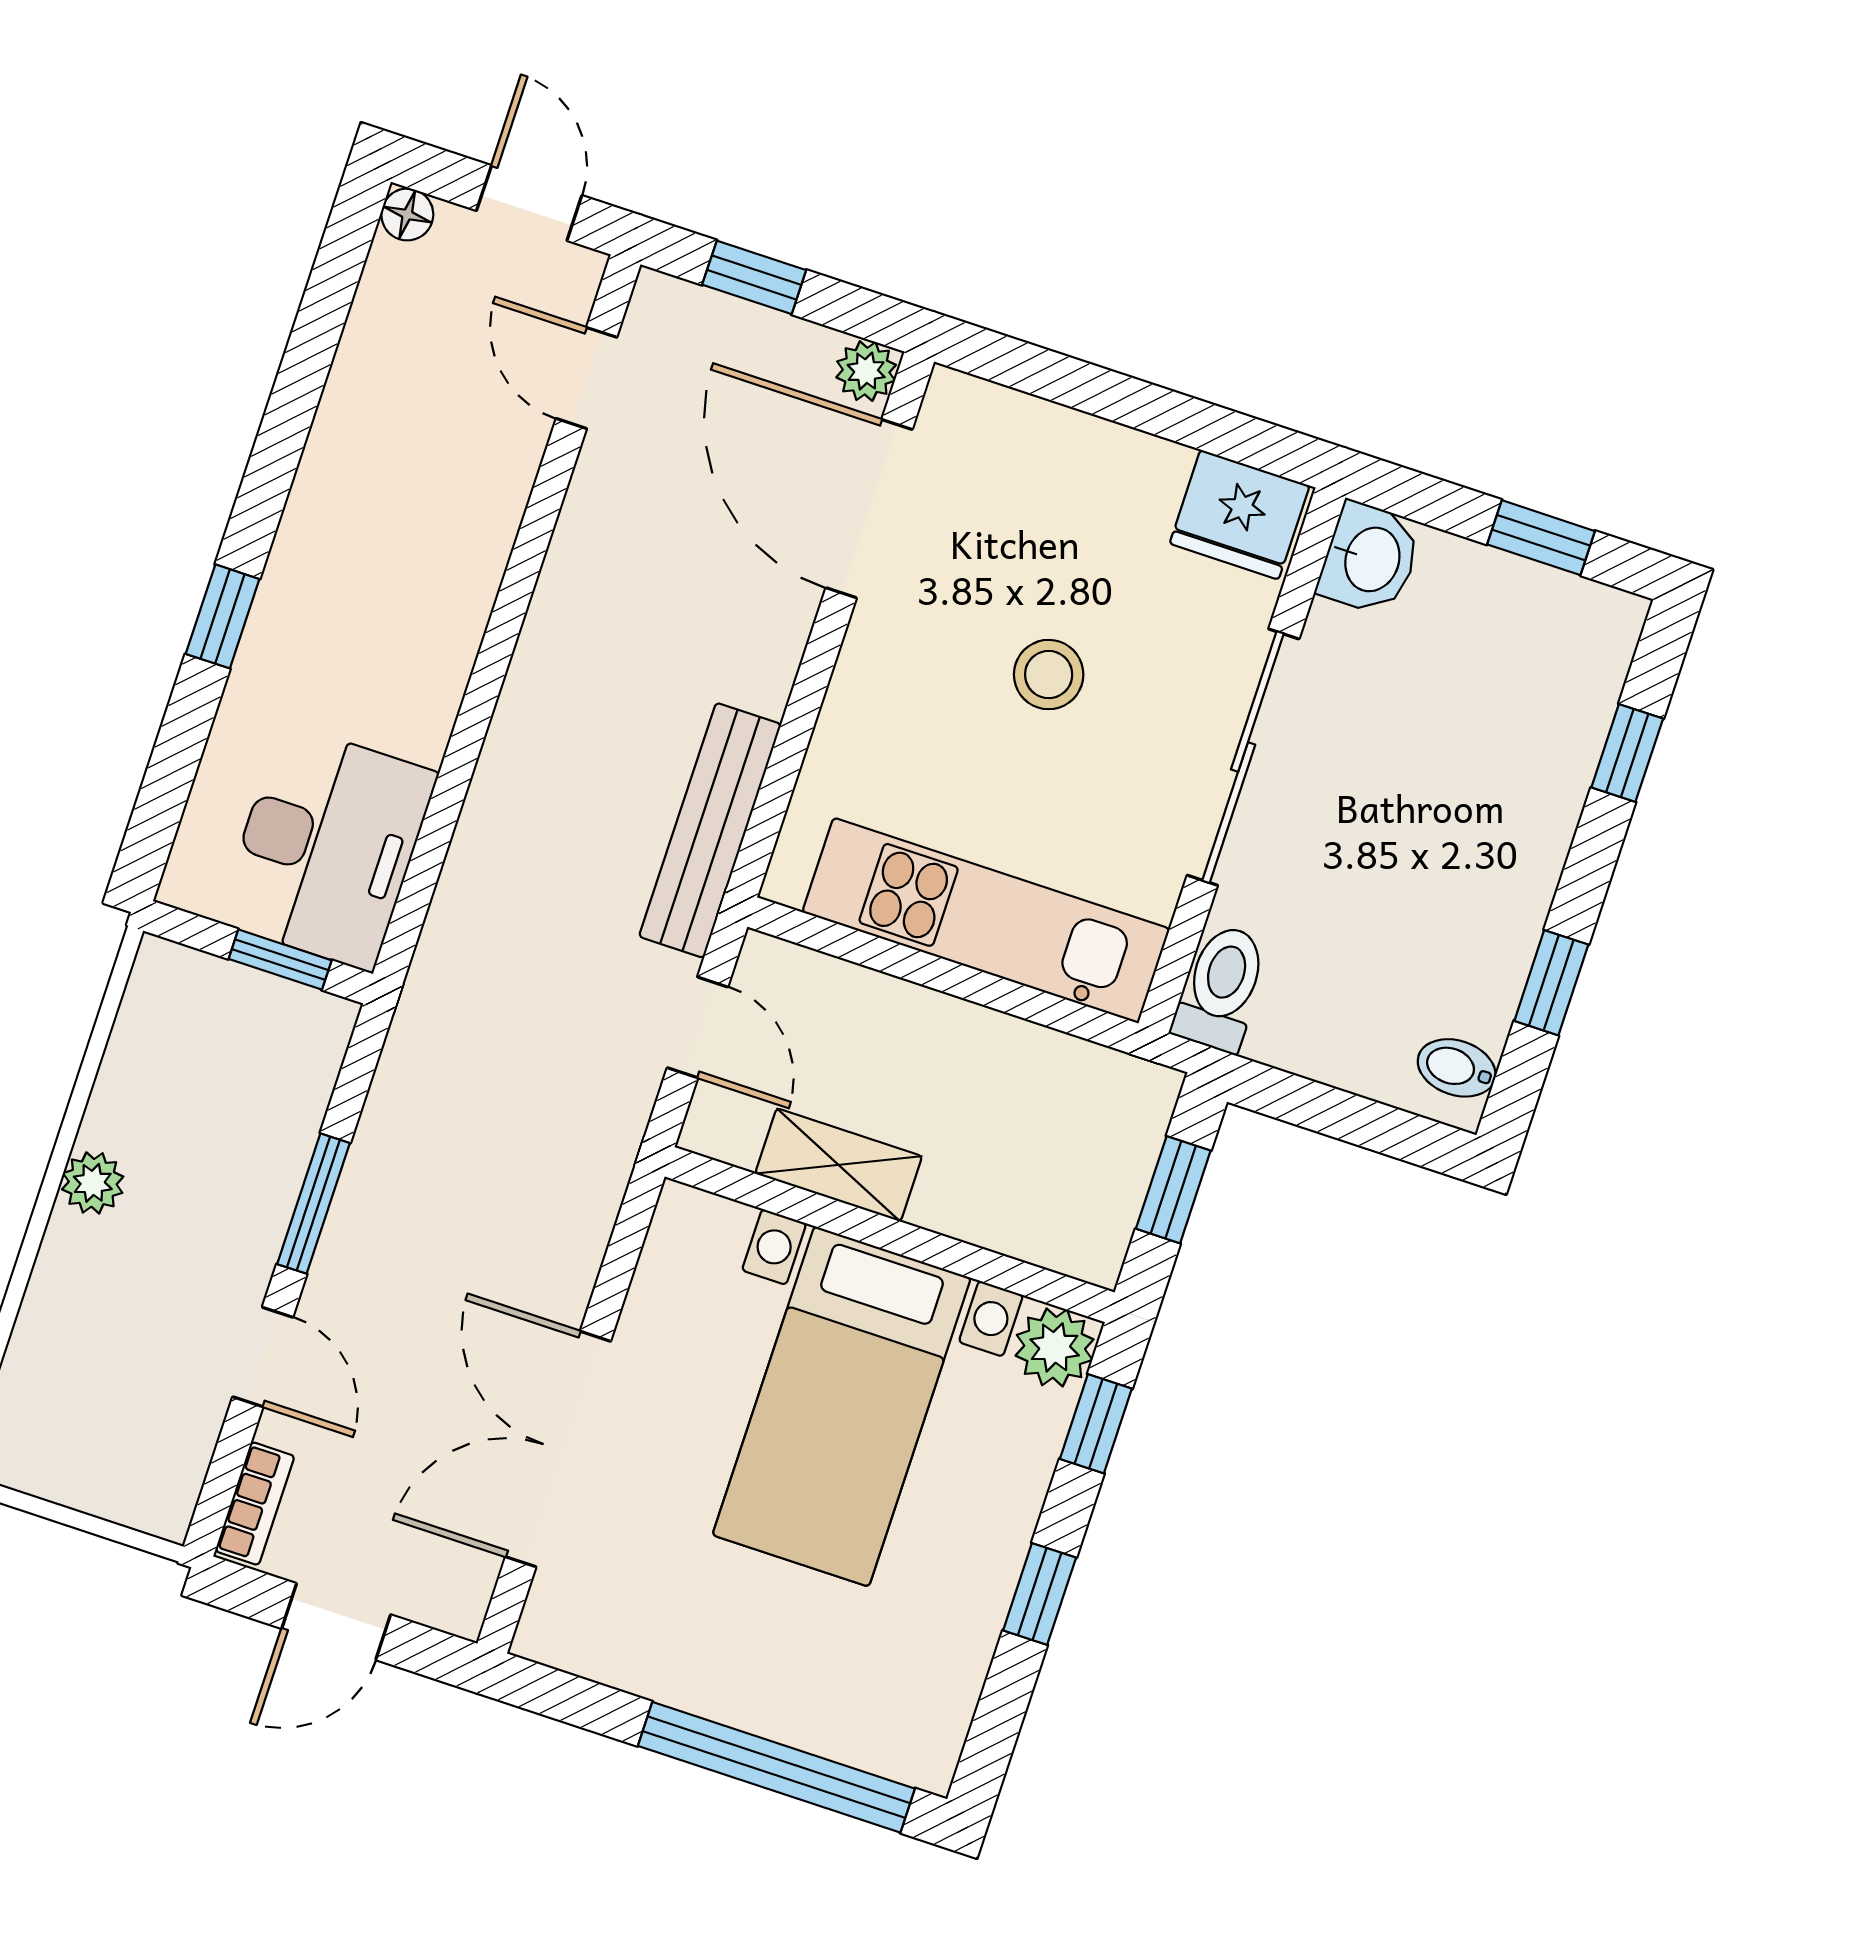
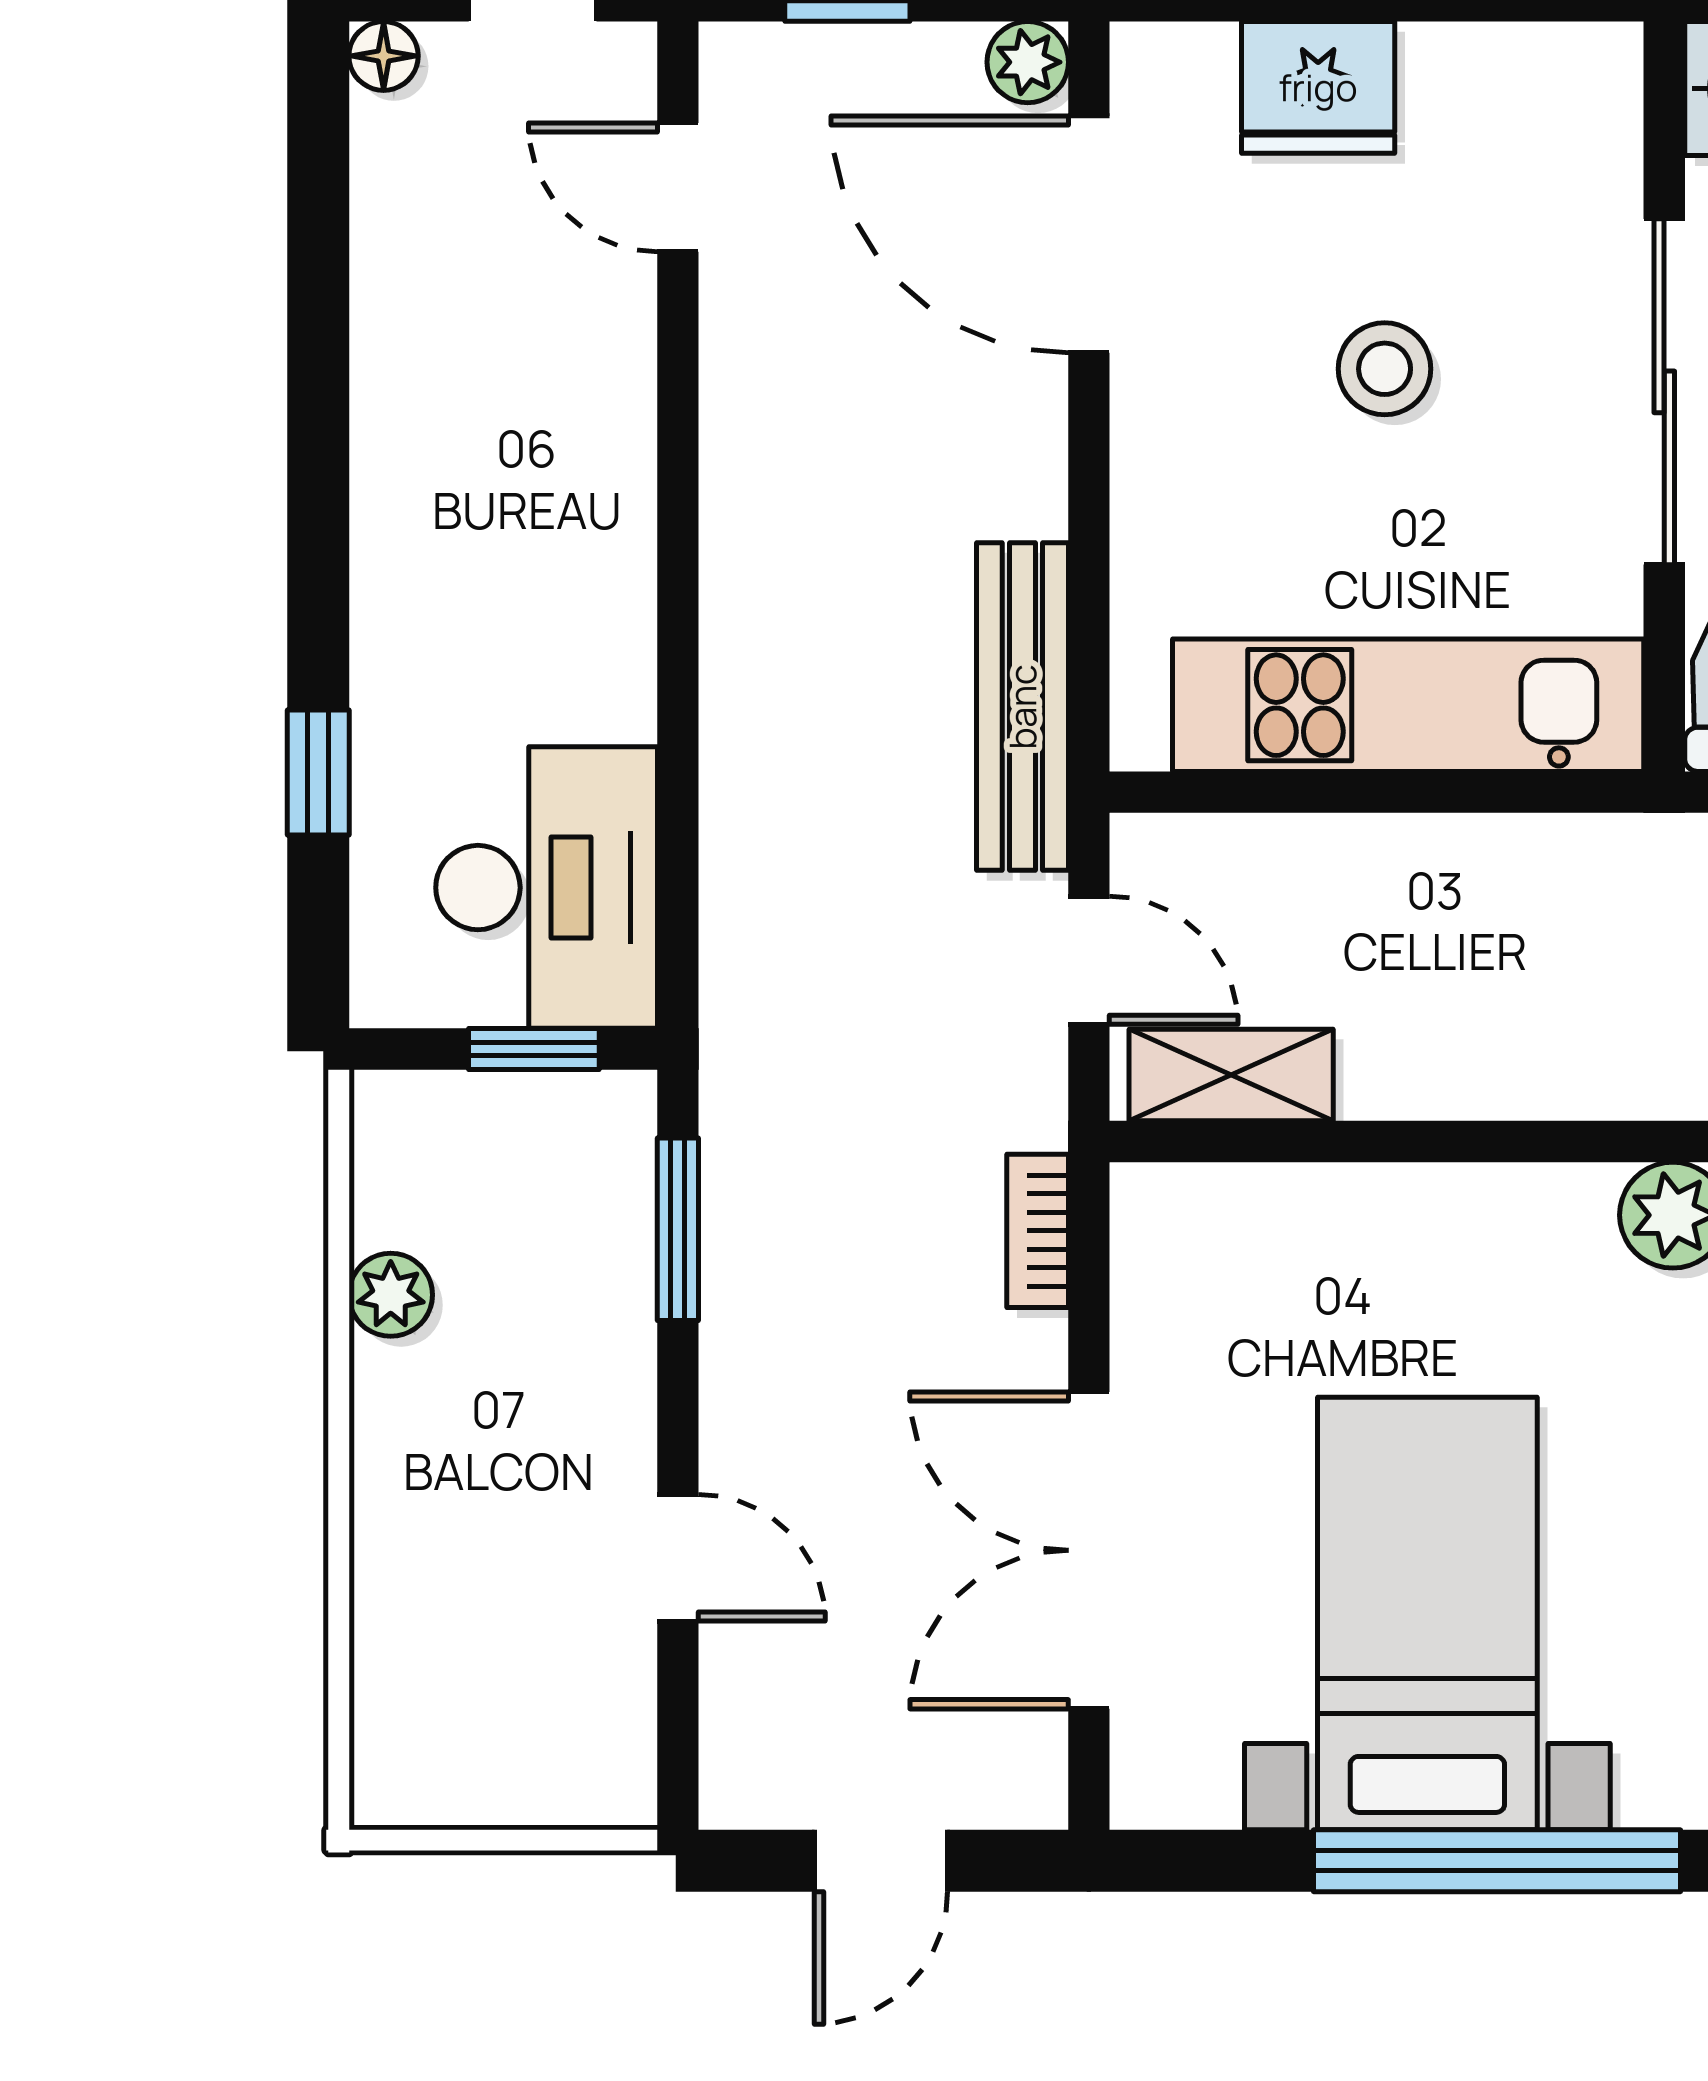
fridge: (1240, 515) -> (1318, 87), moved
window: (223, 616) -> (318, 773), moved
shelving: (839, 1165) -> (1231, 1075), moved
plant: (93, 1183) -> (391, 1295), moved
window: (313, 1204) -> (678, 1229), moved
bed with nightstands: (842, 1406) -> (1427, 1614), moved, turned 180
bookcase: (255, 1504) -> (1038, 1231), moved, turned 180

